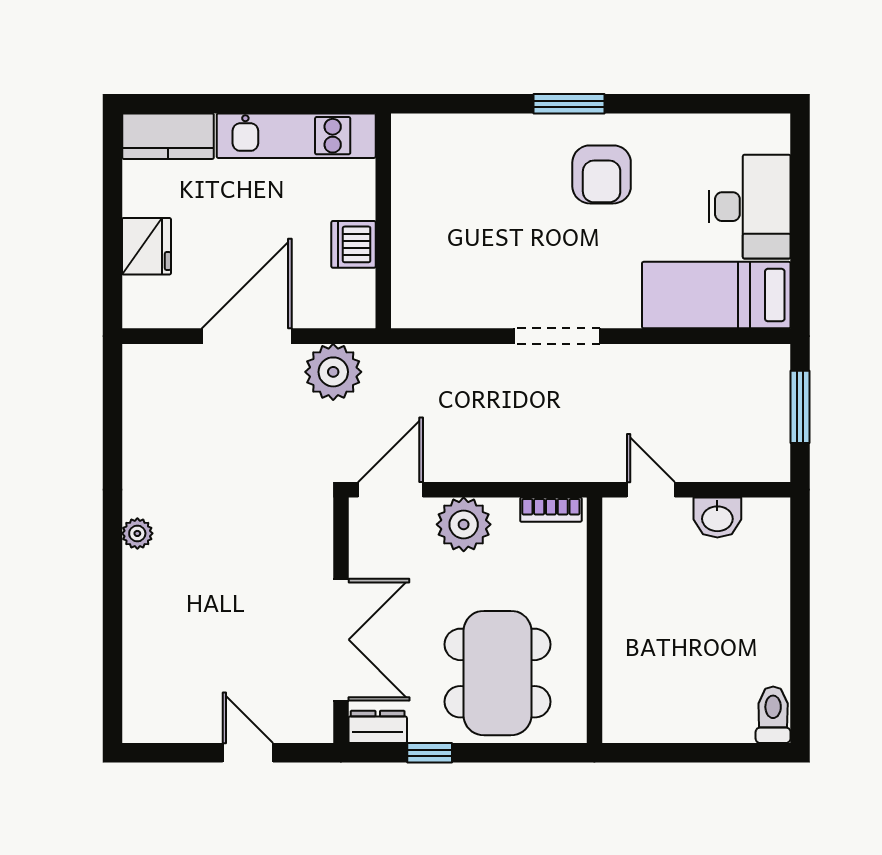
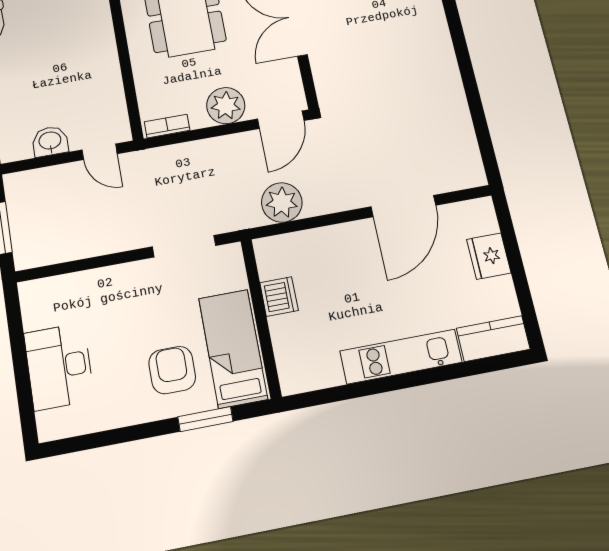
wall: (383, 221) -> (261, 318), moved
dishwasher: (353, 244) -> (279, 297), moved
bed: (716, 295) -> (233, 348), moved, turned -90
plant: (333, 372) -> (282, 202), moved
plant: (137, 533) -> (447, 61), removed

